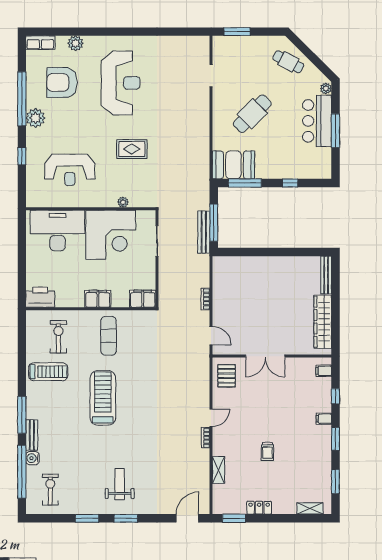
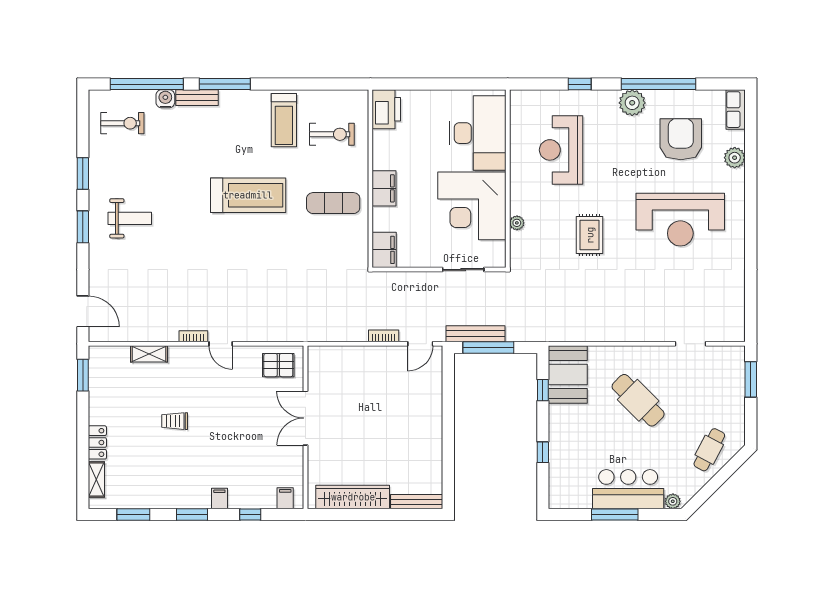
window: (245, 183) -> (543, 390), width x0.46
door: (211, 336) -> (420, 344), moved
locker: (259, 508) -> (97, 442), moved

